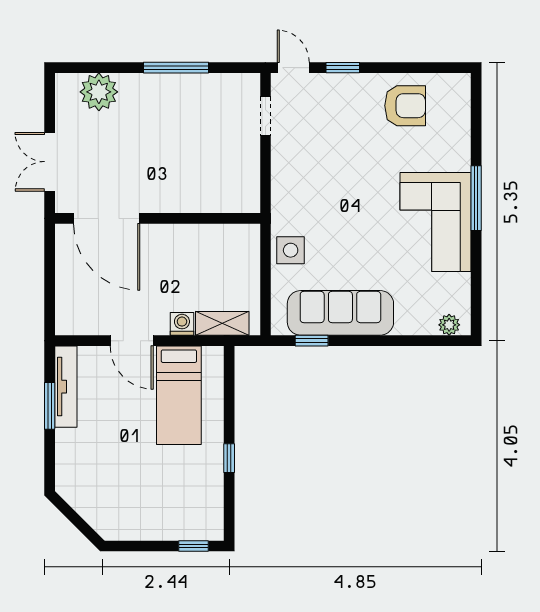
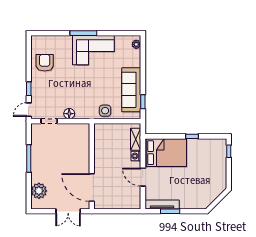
floor lamp: (283, 164) -> (69, 114), added
door: (107, 218) -> (92, 187), swing flipped
door: (132, 341) -> (143, 177), swing flipped
bed: (179, 395) -> (166, 153), width x1.50

